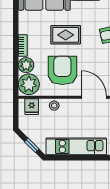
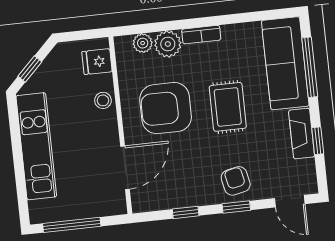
armchair: (62, 70) -> (166, 108), turned 180
plant: (29, 84) -> (143, 43), width x0.53, depth x0.53

